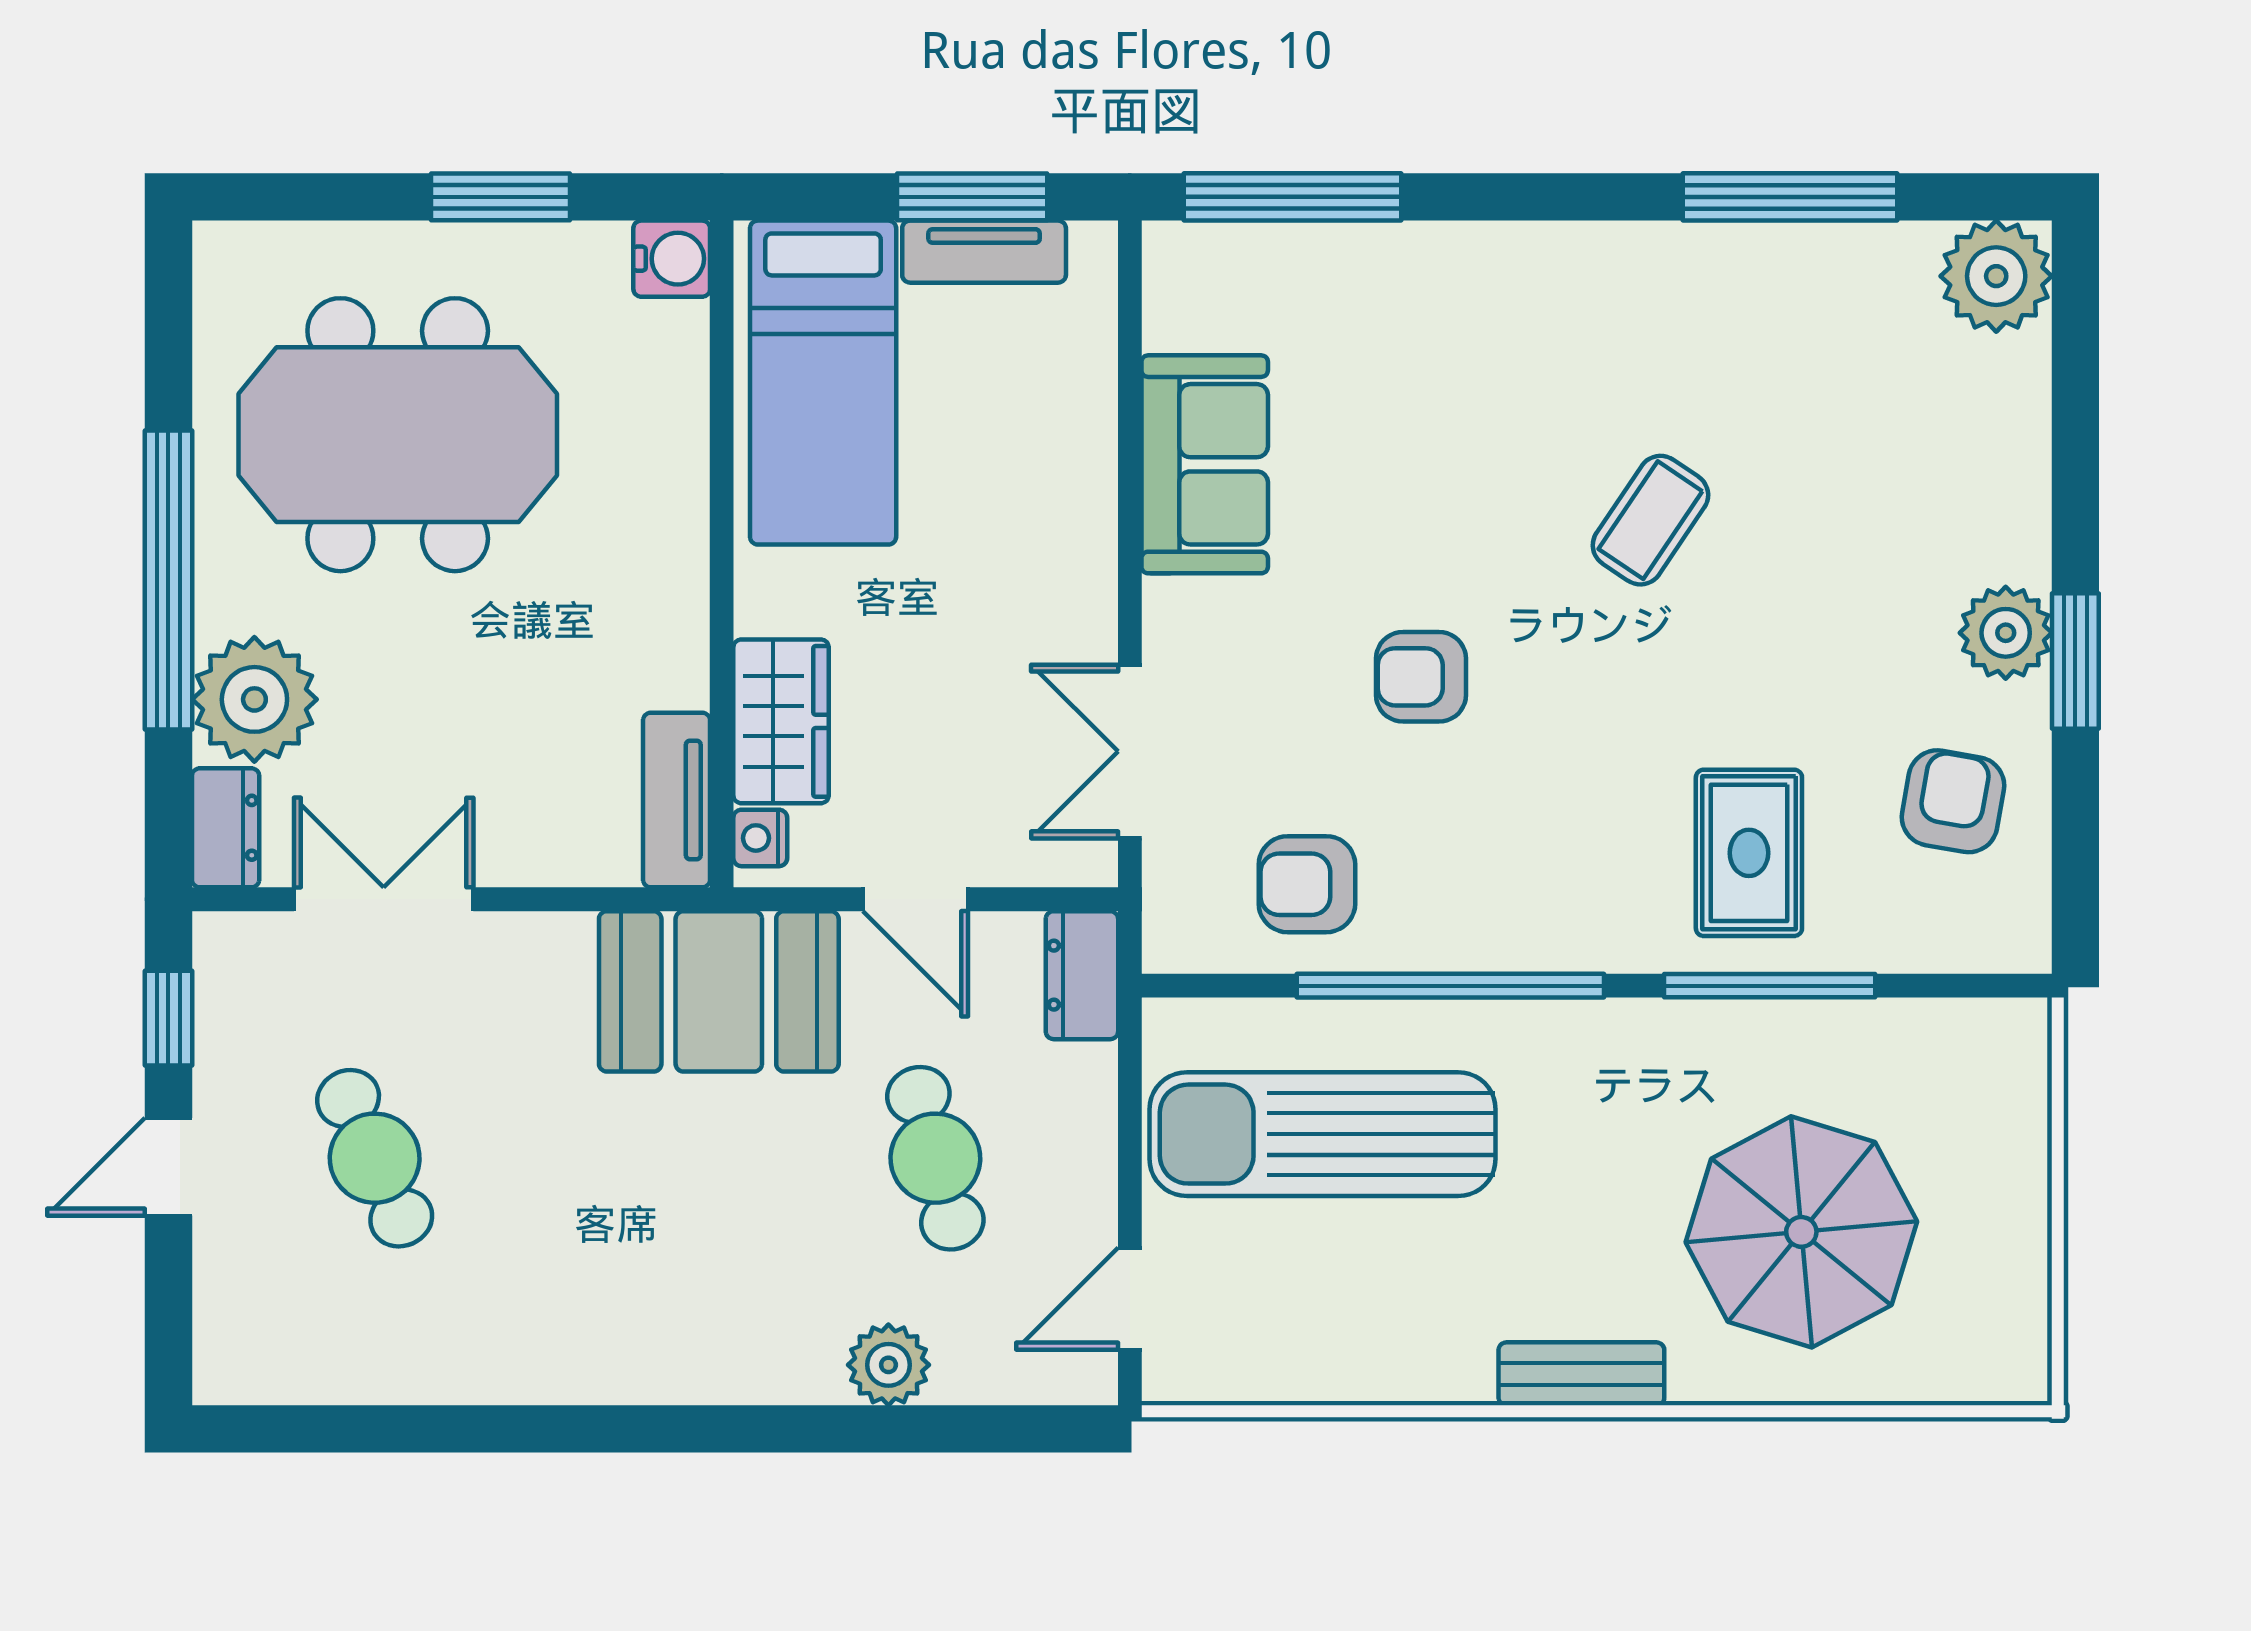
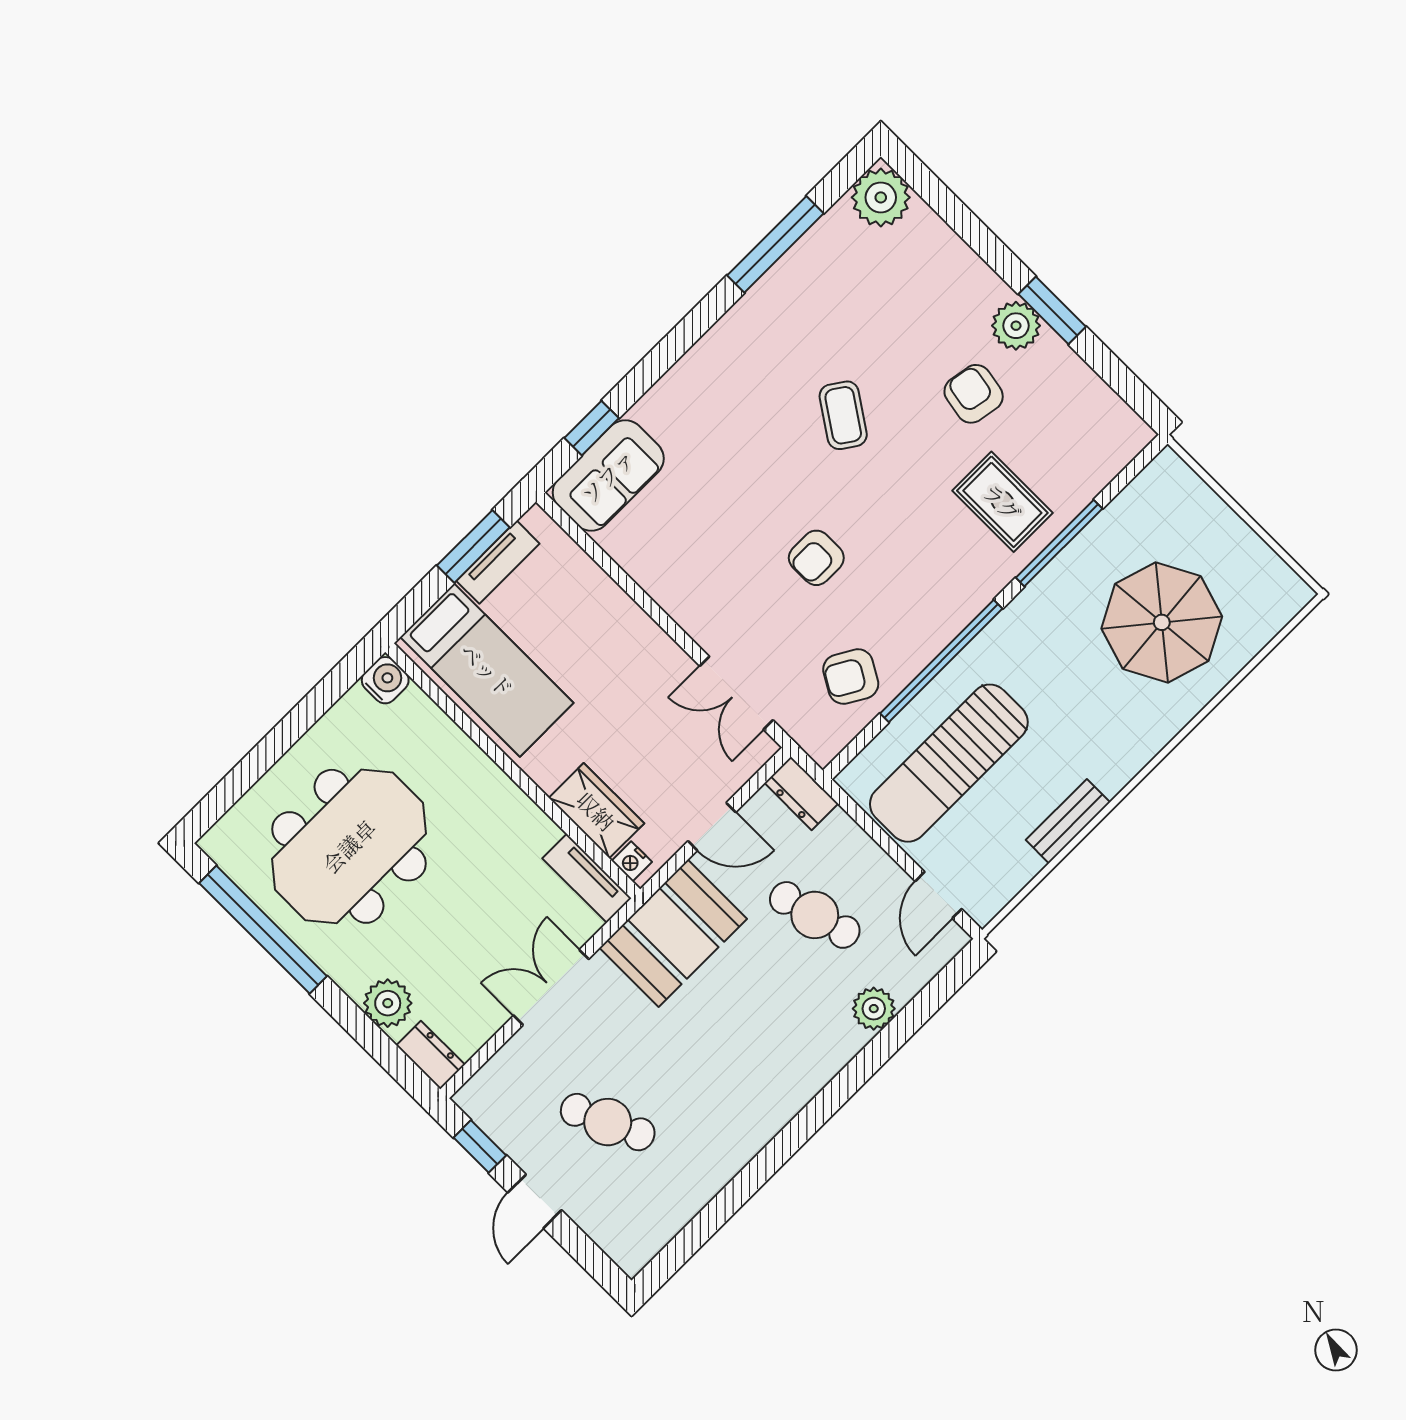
window: (501, 197) -> (299, 721), removed
window: (1293, 197) -> (592, 428), width x0.46
sofa: (1205, 464) -> (608, 476), moved, turned 90
window: (168, 580) -> (263, 930), moved
plant: (254, 699) -> (388, 1003), width x0.73, depth x0.73
armchair: (1953, 801) -> (974, 394), moved
armchair: (1307, 884) -> (851, 677), turned 30
double door: (384, 899) -> (551, 987), moved
bench: (1581, 1374) -> (1068, 821), moved

